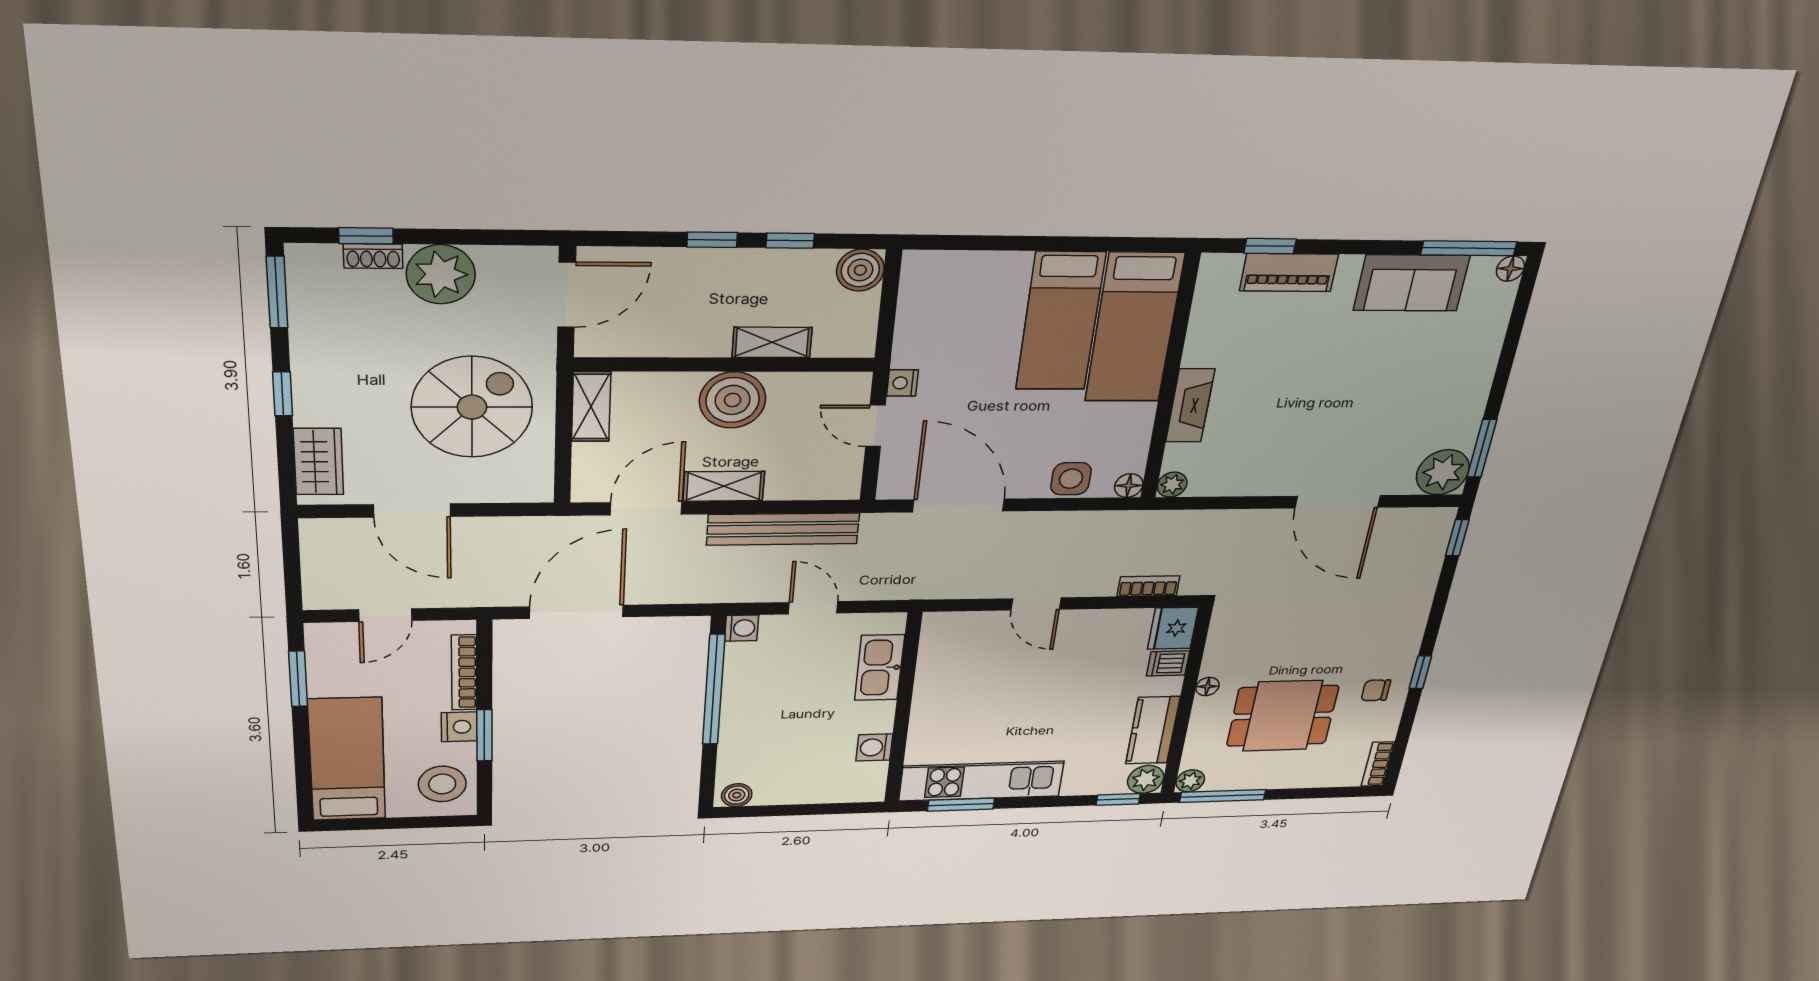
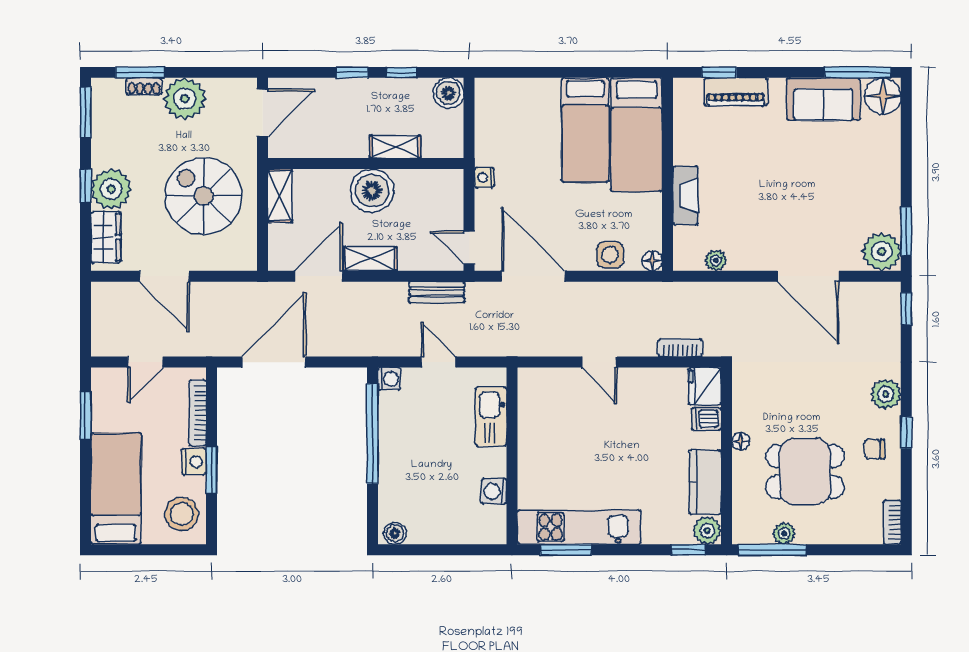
window: (366, 236) -> (140, 72), width x1.50
floor lamp: (1510, 269) -> (883, 96), width x1.89, depth x1.89
plant: (324, 398) -> (111, 189), added
spiral stairs: (472, 407) -> (204, 196), turned -90
door: (875, 426) -> (469, 248), moved
plant: (1172, 485) -> (716, 260), moved
bench: (783, 529) -> (437, 292), width x0.54, depth x0.82
plant: (1405, 632) -> (886, 394), added
plant: (1190, 781) -> (784, 533), moved

